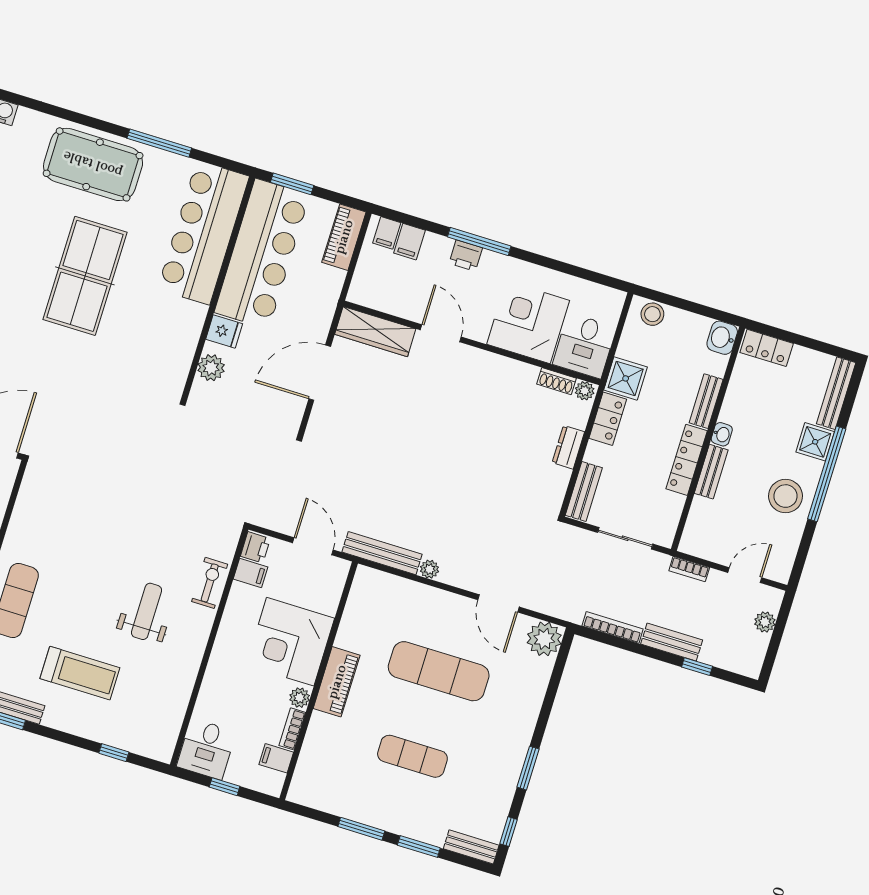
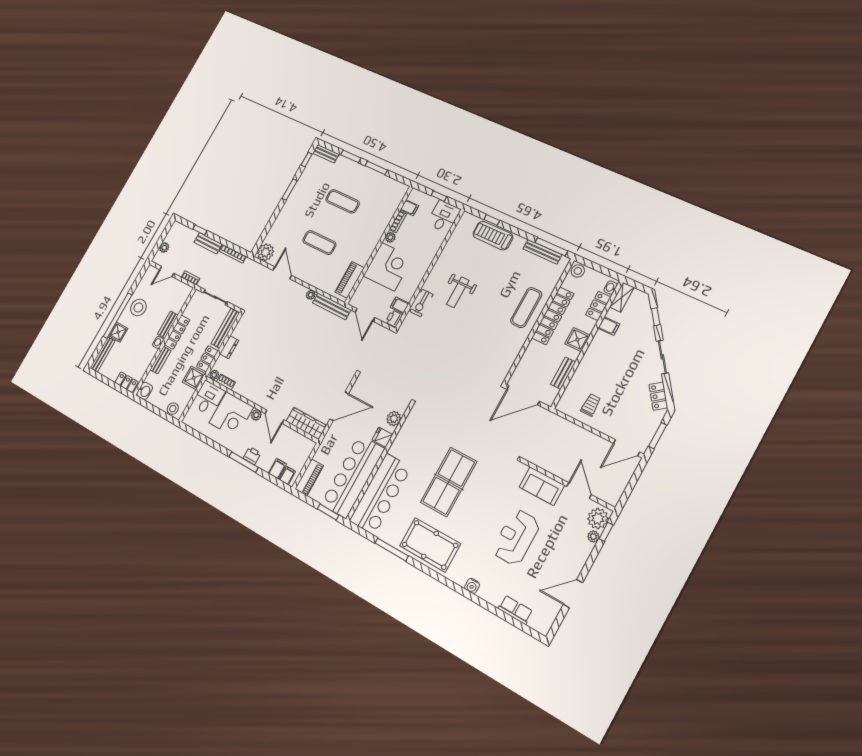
plant: (478, 330) -> (256, 415), added
bench: (584, 492) -> (225, 328), width x1.36
exercise mat: (439, 671) -> (319, 242), width x0.73, depth x0.69
treadmill: (80, 673) -> (493, 236), moved
piano: (337, 682) -> (350, 280), moved

